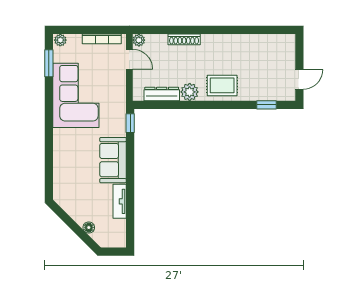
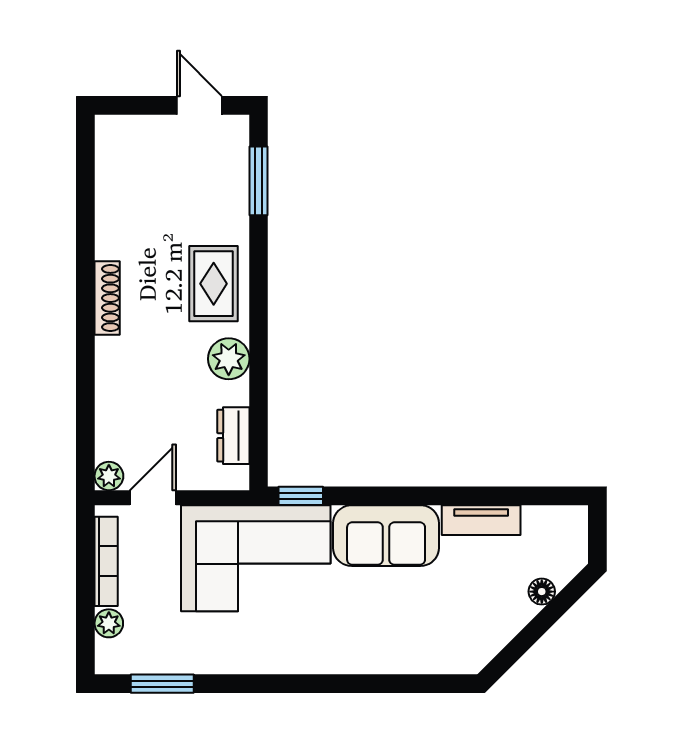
shoe rack: (184, 39) -> (107, 298), moved
plant: (60, 40) -> (109, 623), moved
dresser: (162, 94) -> (233, 436), width x0.70
corner sofa: (76, 95) -> (256, 558), moved, turned 180
window: (267, 105) -> (259, 181), width x1.50

